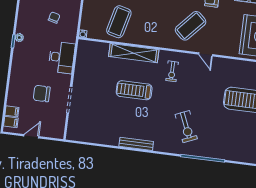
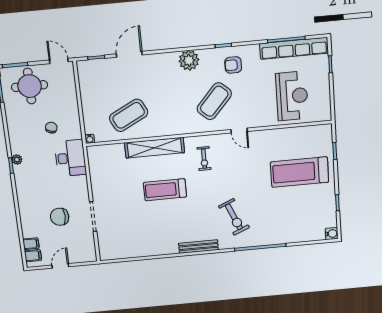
coffee table: (119, 22) -> (129, 115), turned 49
desk: (62, 57) -> (70, 158), moved
bench: (136, 144) -> (198, 247), moved

